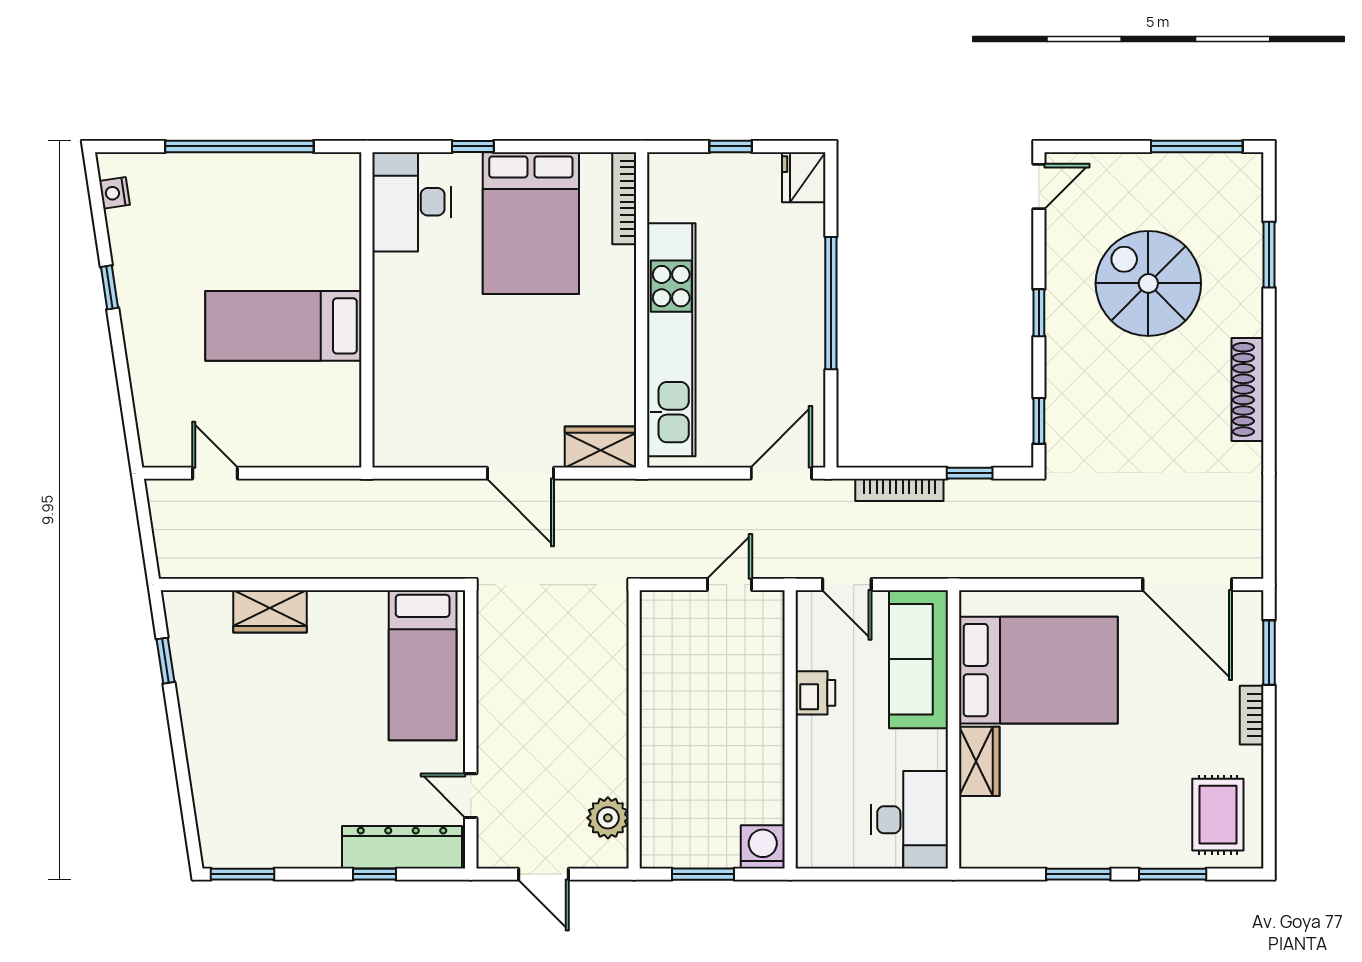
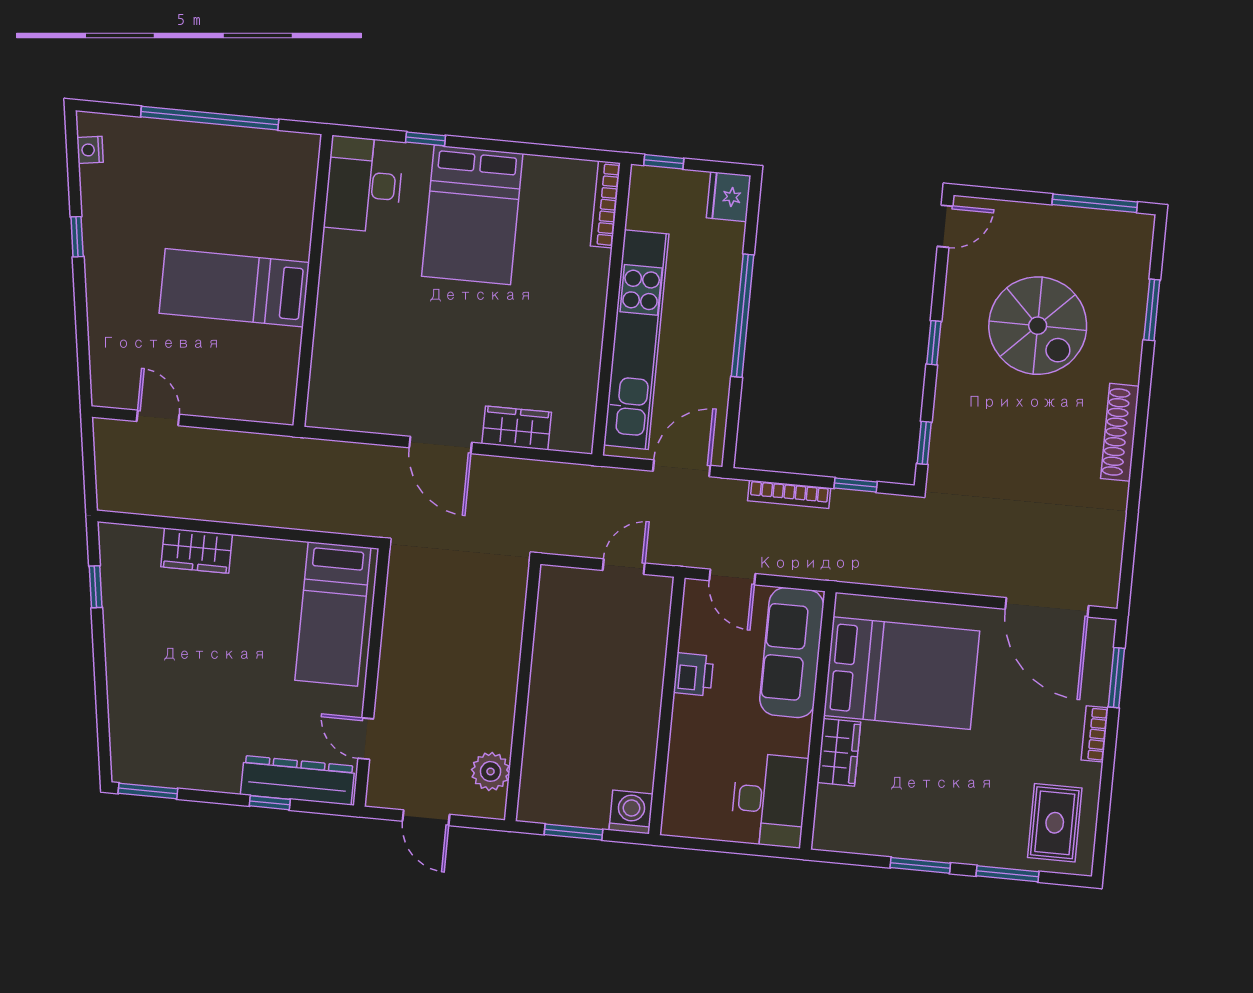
bookcase: (624, 198) -> (605, 204), moved
spiral stairs: (1148, 283) -> (1038, 326), turned 180
wall: (642, 310) -> (612, 309), moved
kitchen unit: (671, 340) -> (636, 340), moved

